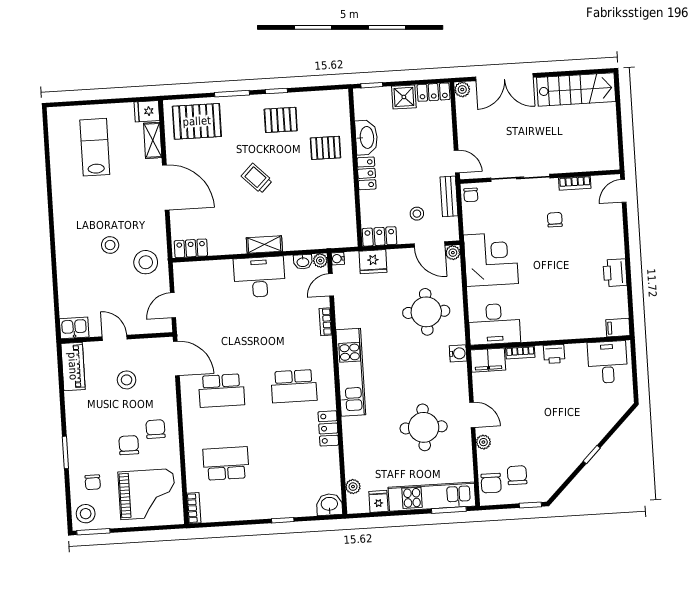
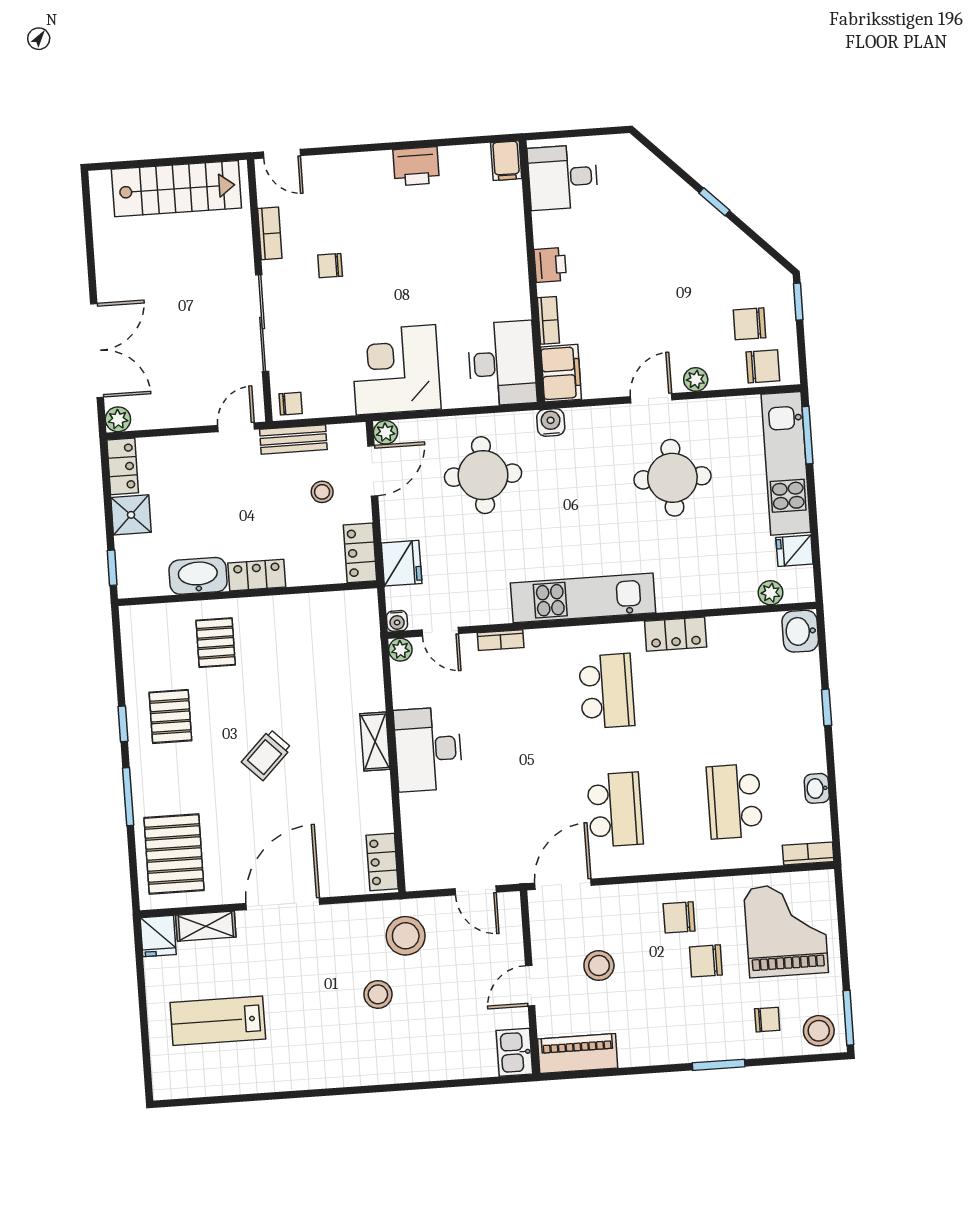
stairs: (576, 90) -> (176, 189), moved, turned 90
washbasin: (303, 262) -> (817, 788), moved, turned 180

